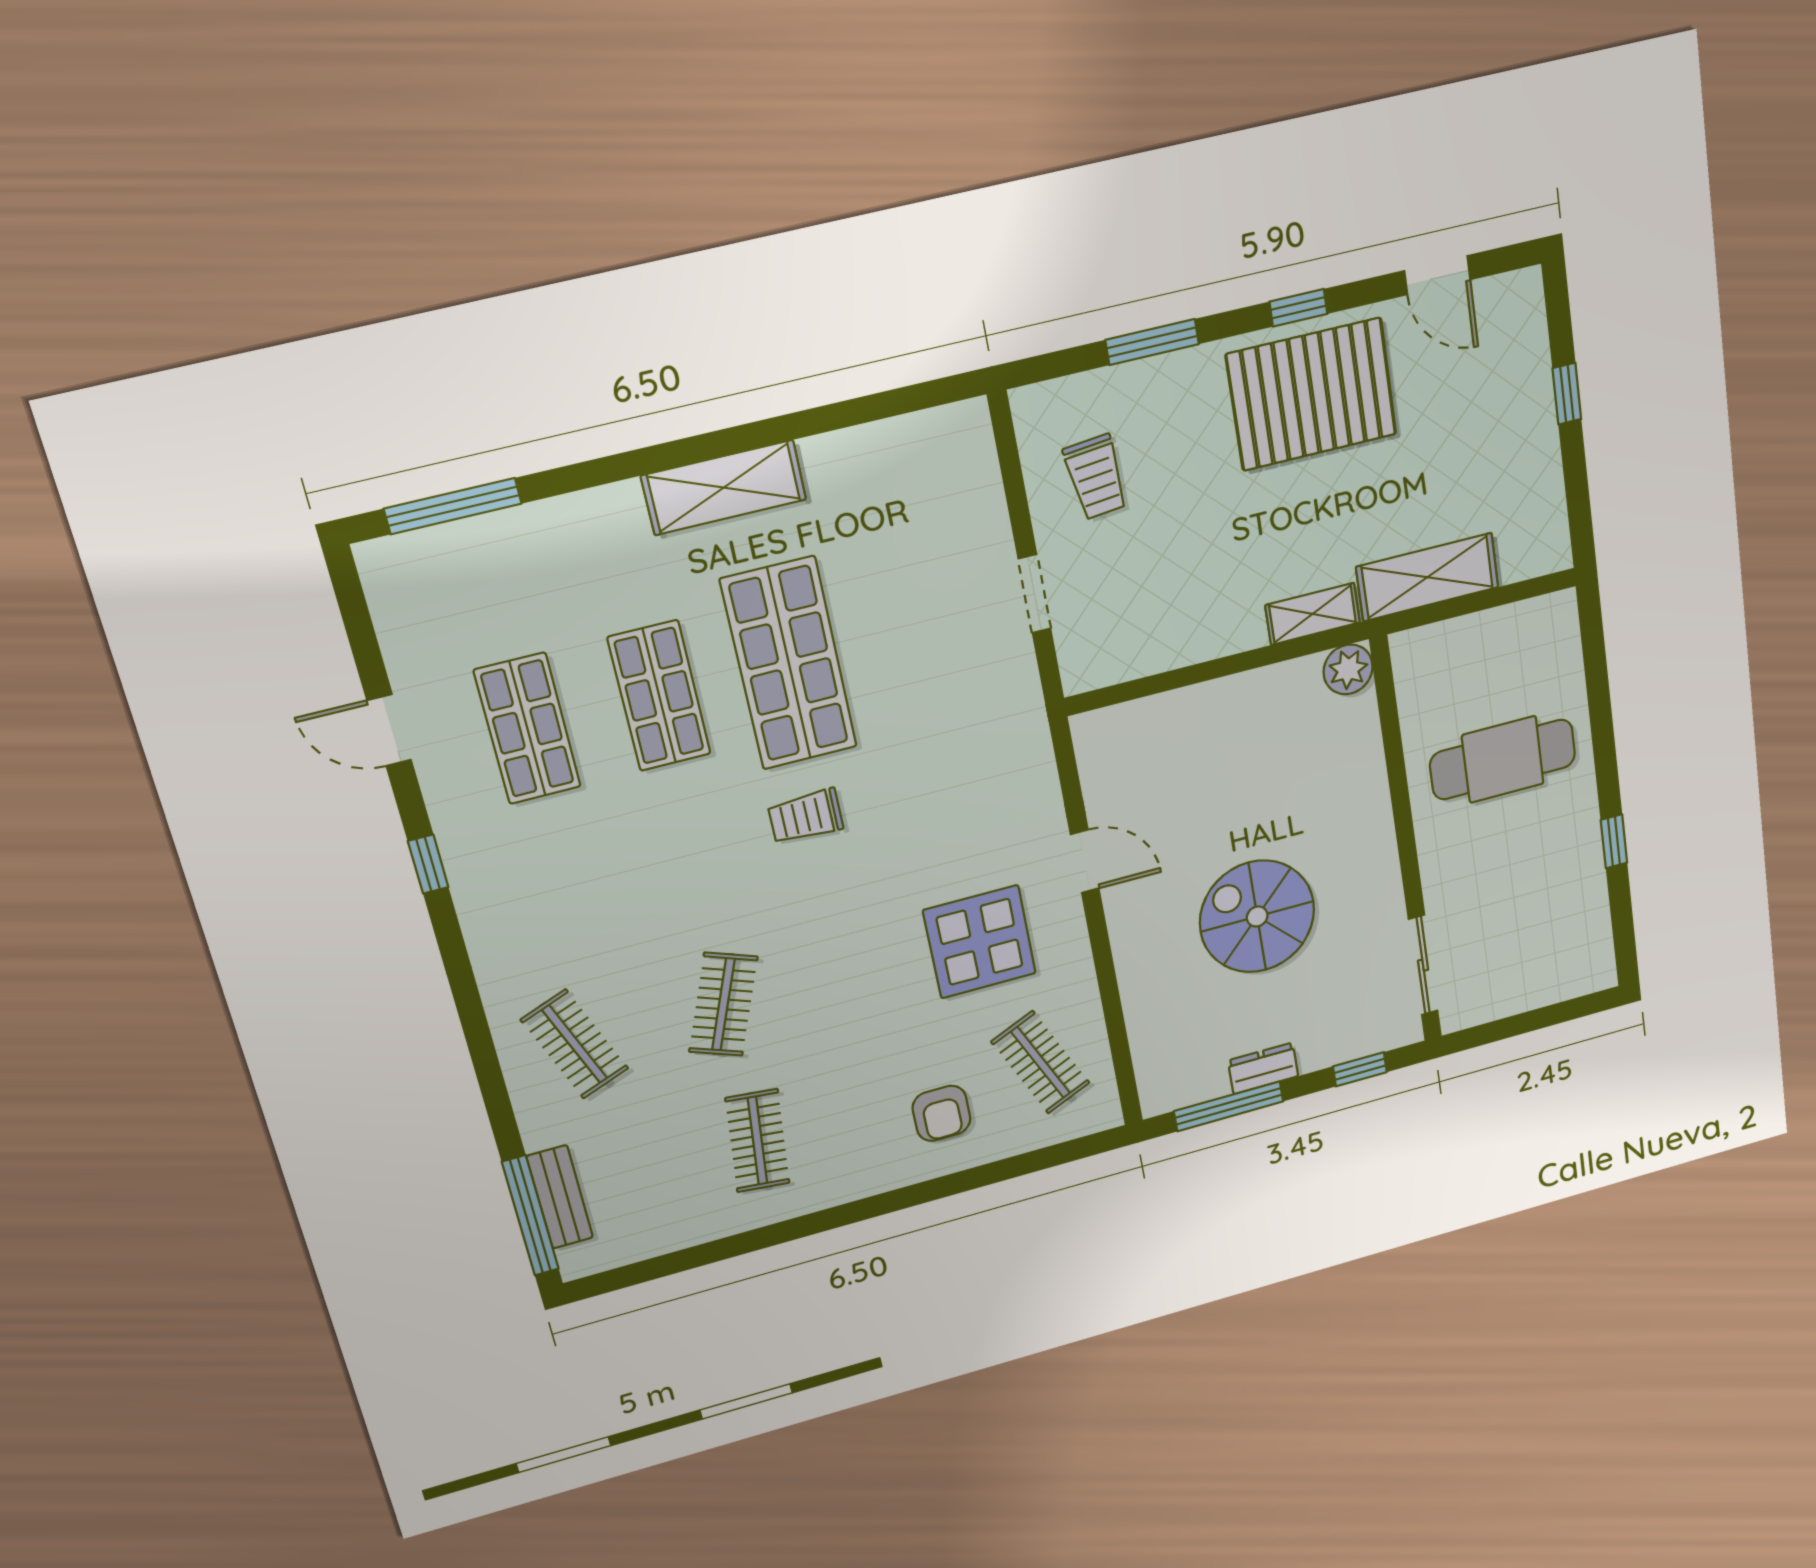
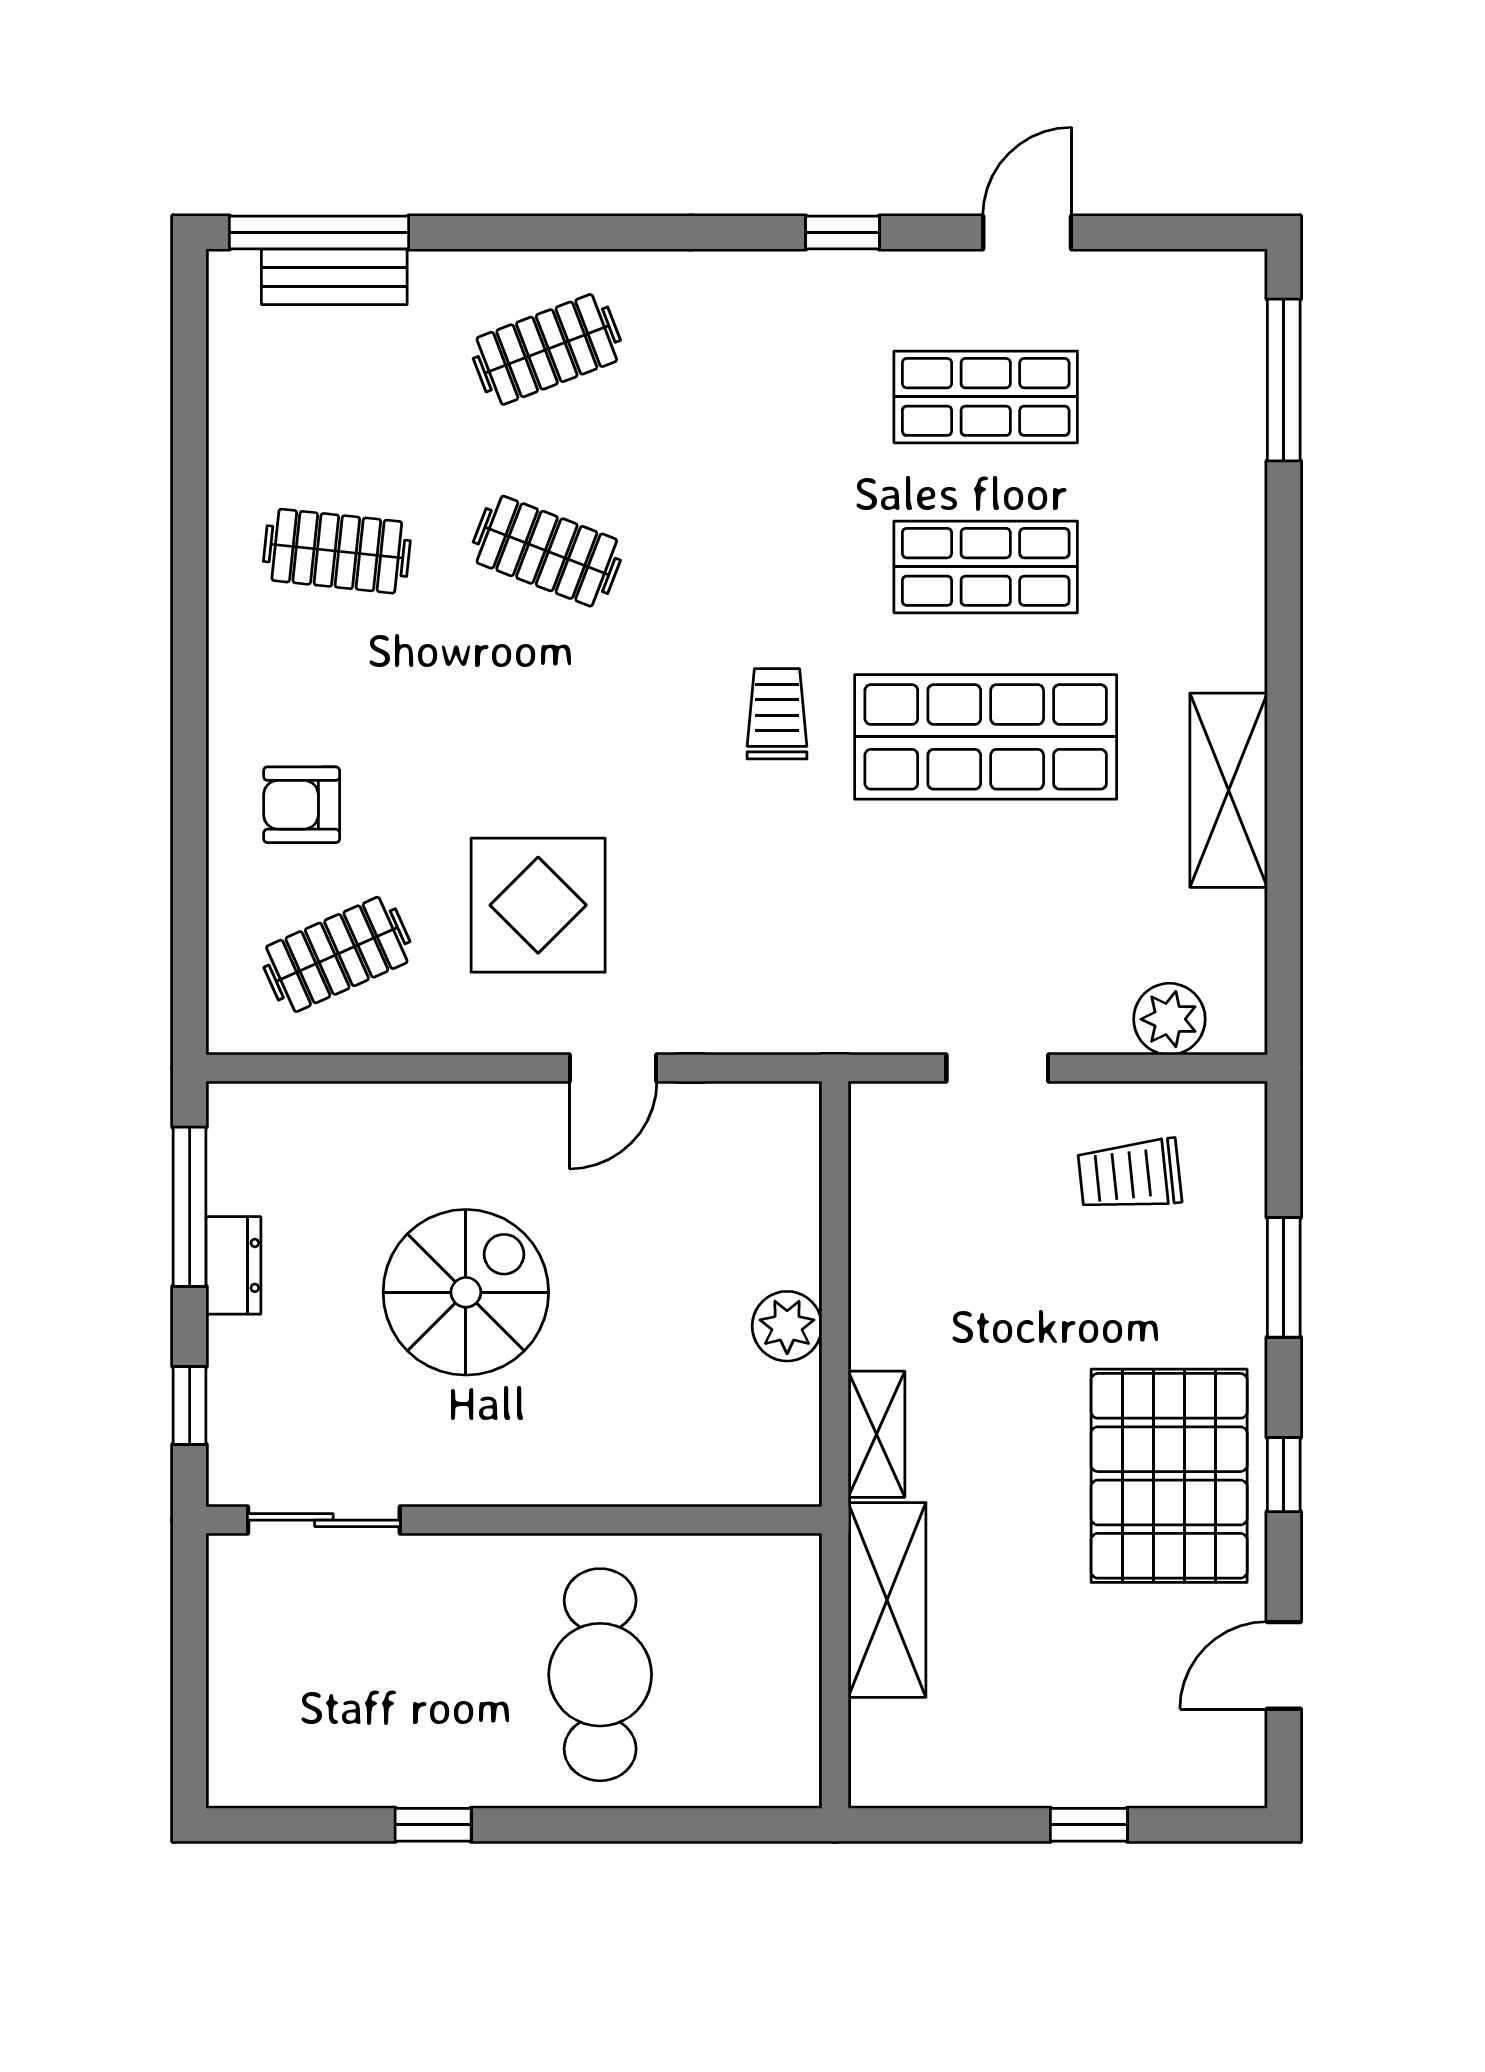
plant: (974, 475) -> (1169, 1019), added
shelving: (724, 488) -> (1229, 790), moved
plant: (1348, 669) -> (787, 1326), moved

